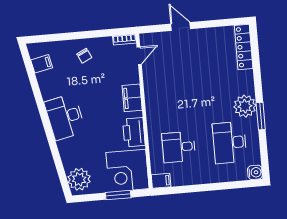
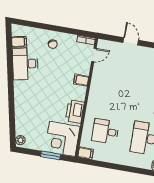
filing cabinet: (132, 98) -> (81, 80), width x0.50
desk: (65, 117) -> (25, 64), moved
plant: (79, 179) -> (20, 140), width x0.53, depth x0.53

